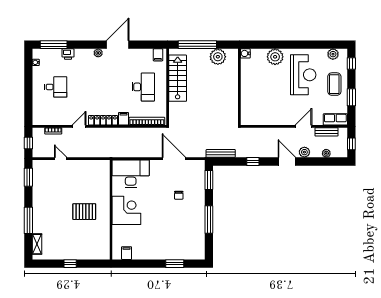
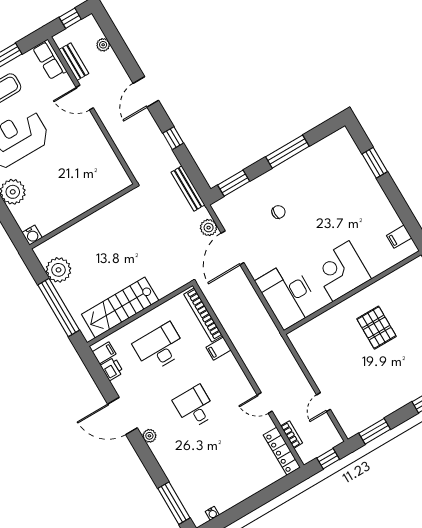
printer: (68, 54) -> (112, 369), moved
desk: (56, 87) -> (195, 407), moved
locker: (103, 120) -> (282, 451), moved
plant: (304, 152) -> (209, 228), moved

